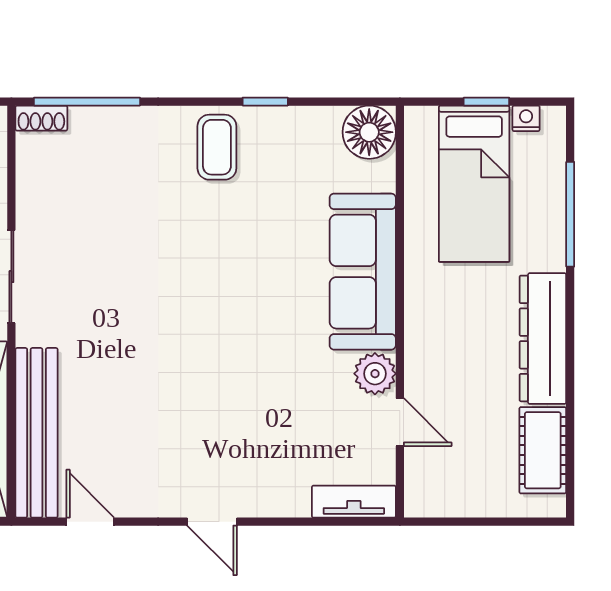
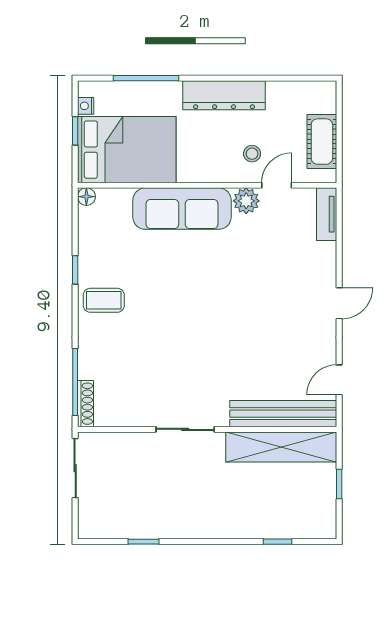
shoe rack: (41, 118) -> (85, 404), width x1.43
floor lamp: (369, 132) -> (86, 197), width x0.53, depth x0.53
bed: (474, 184) -> (127, 150), width x1.50
stool: (450, 383) -> (252, 154), added
cot: (543, 450) -> (322, 142), moved, turned 90

